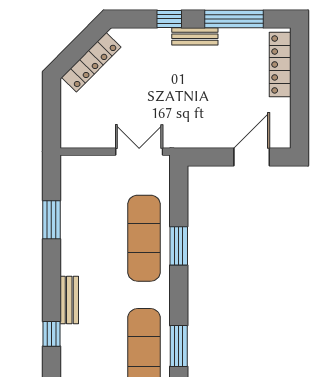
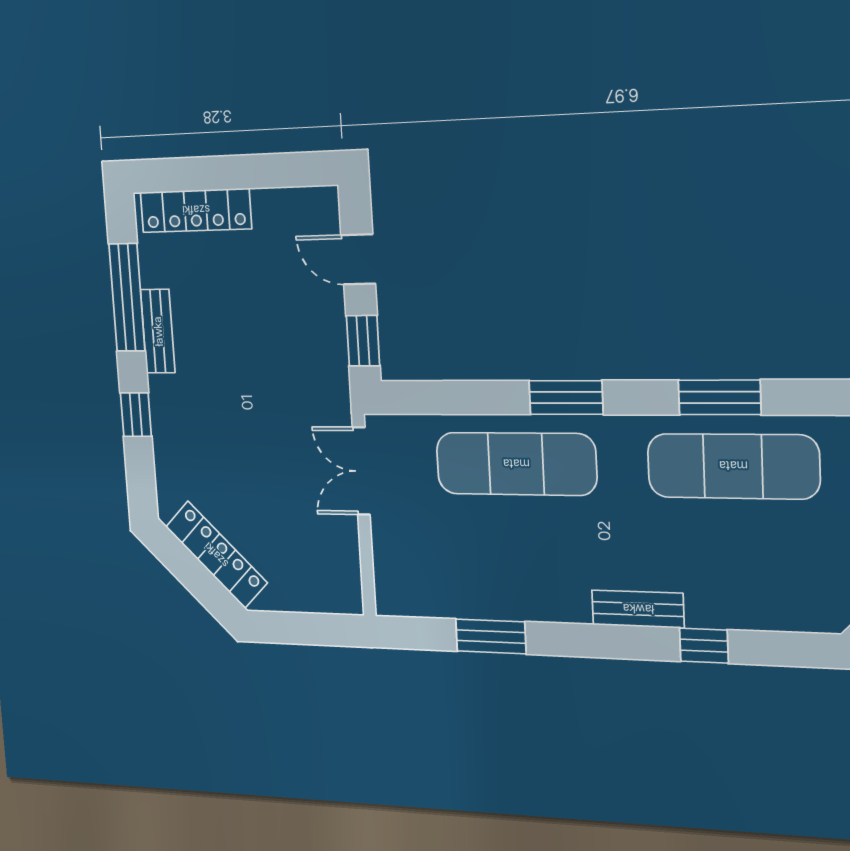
bench: (195, 36) -> (158, 331), moved
window: (209, 157) -> (363, 341), added
door: (252, 157) -> (358, 259), width x0.73
window: (179, 246) -> (566, 397), moved

